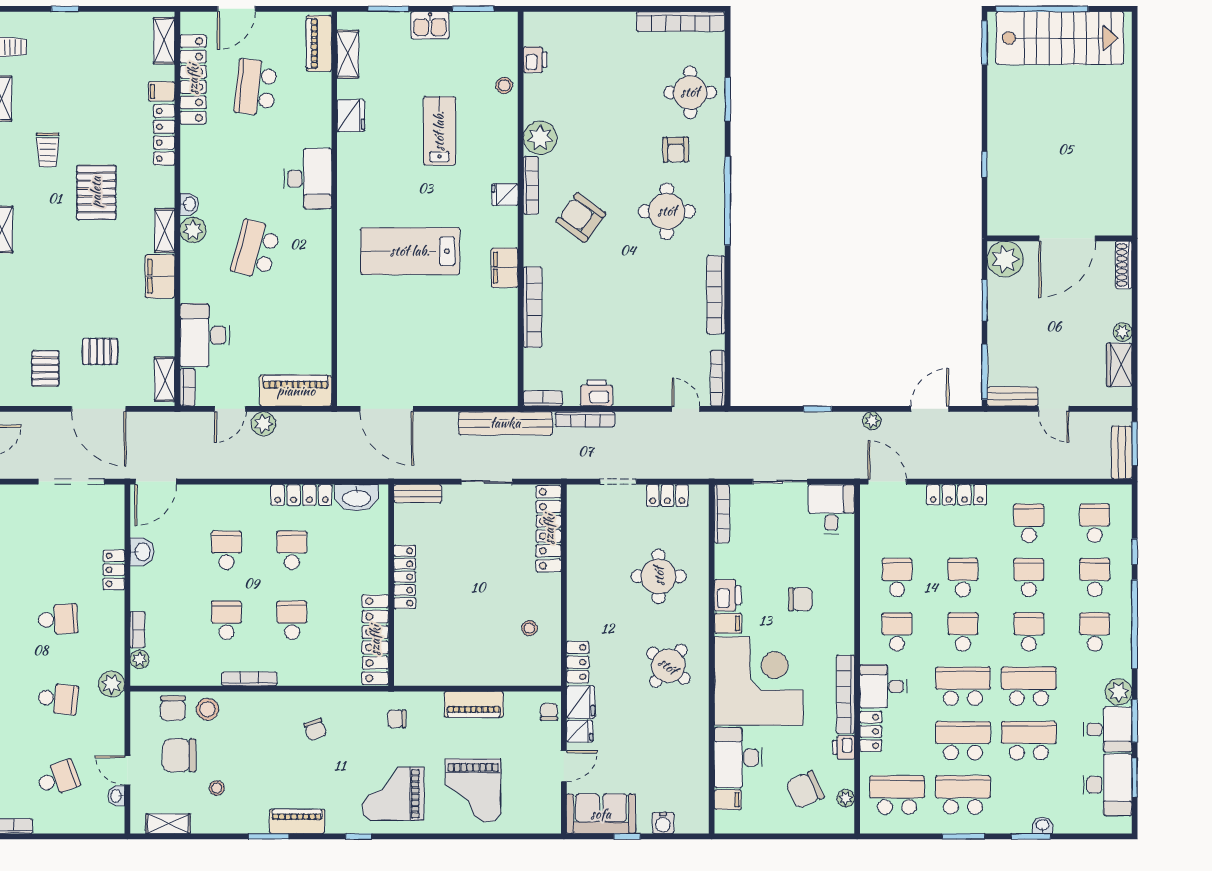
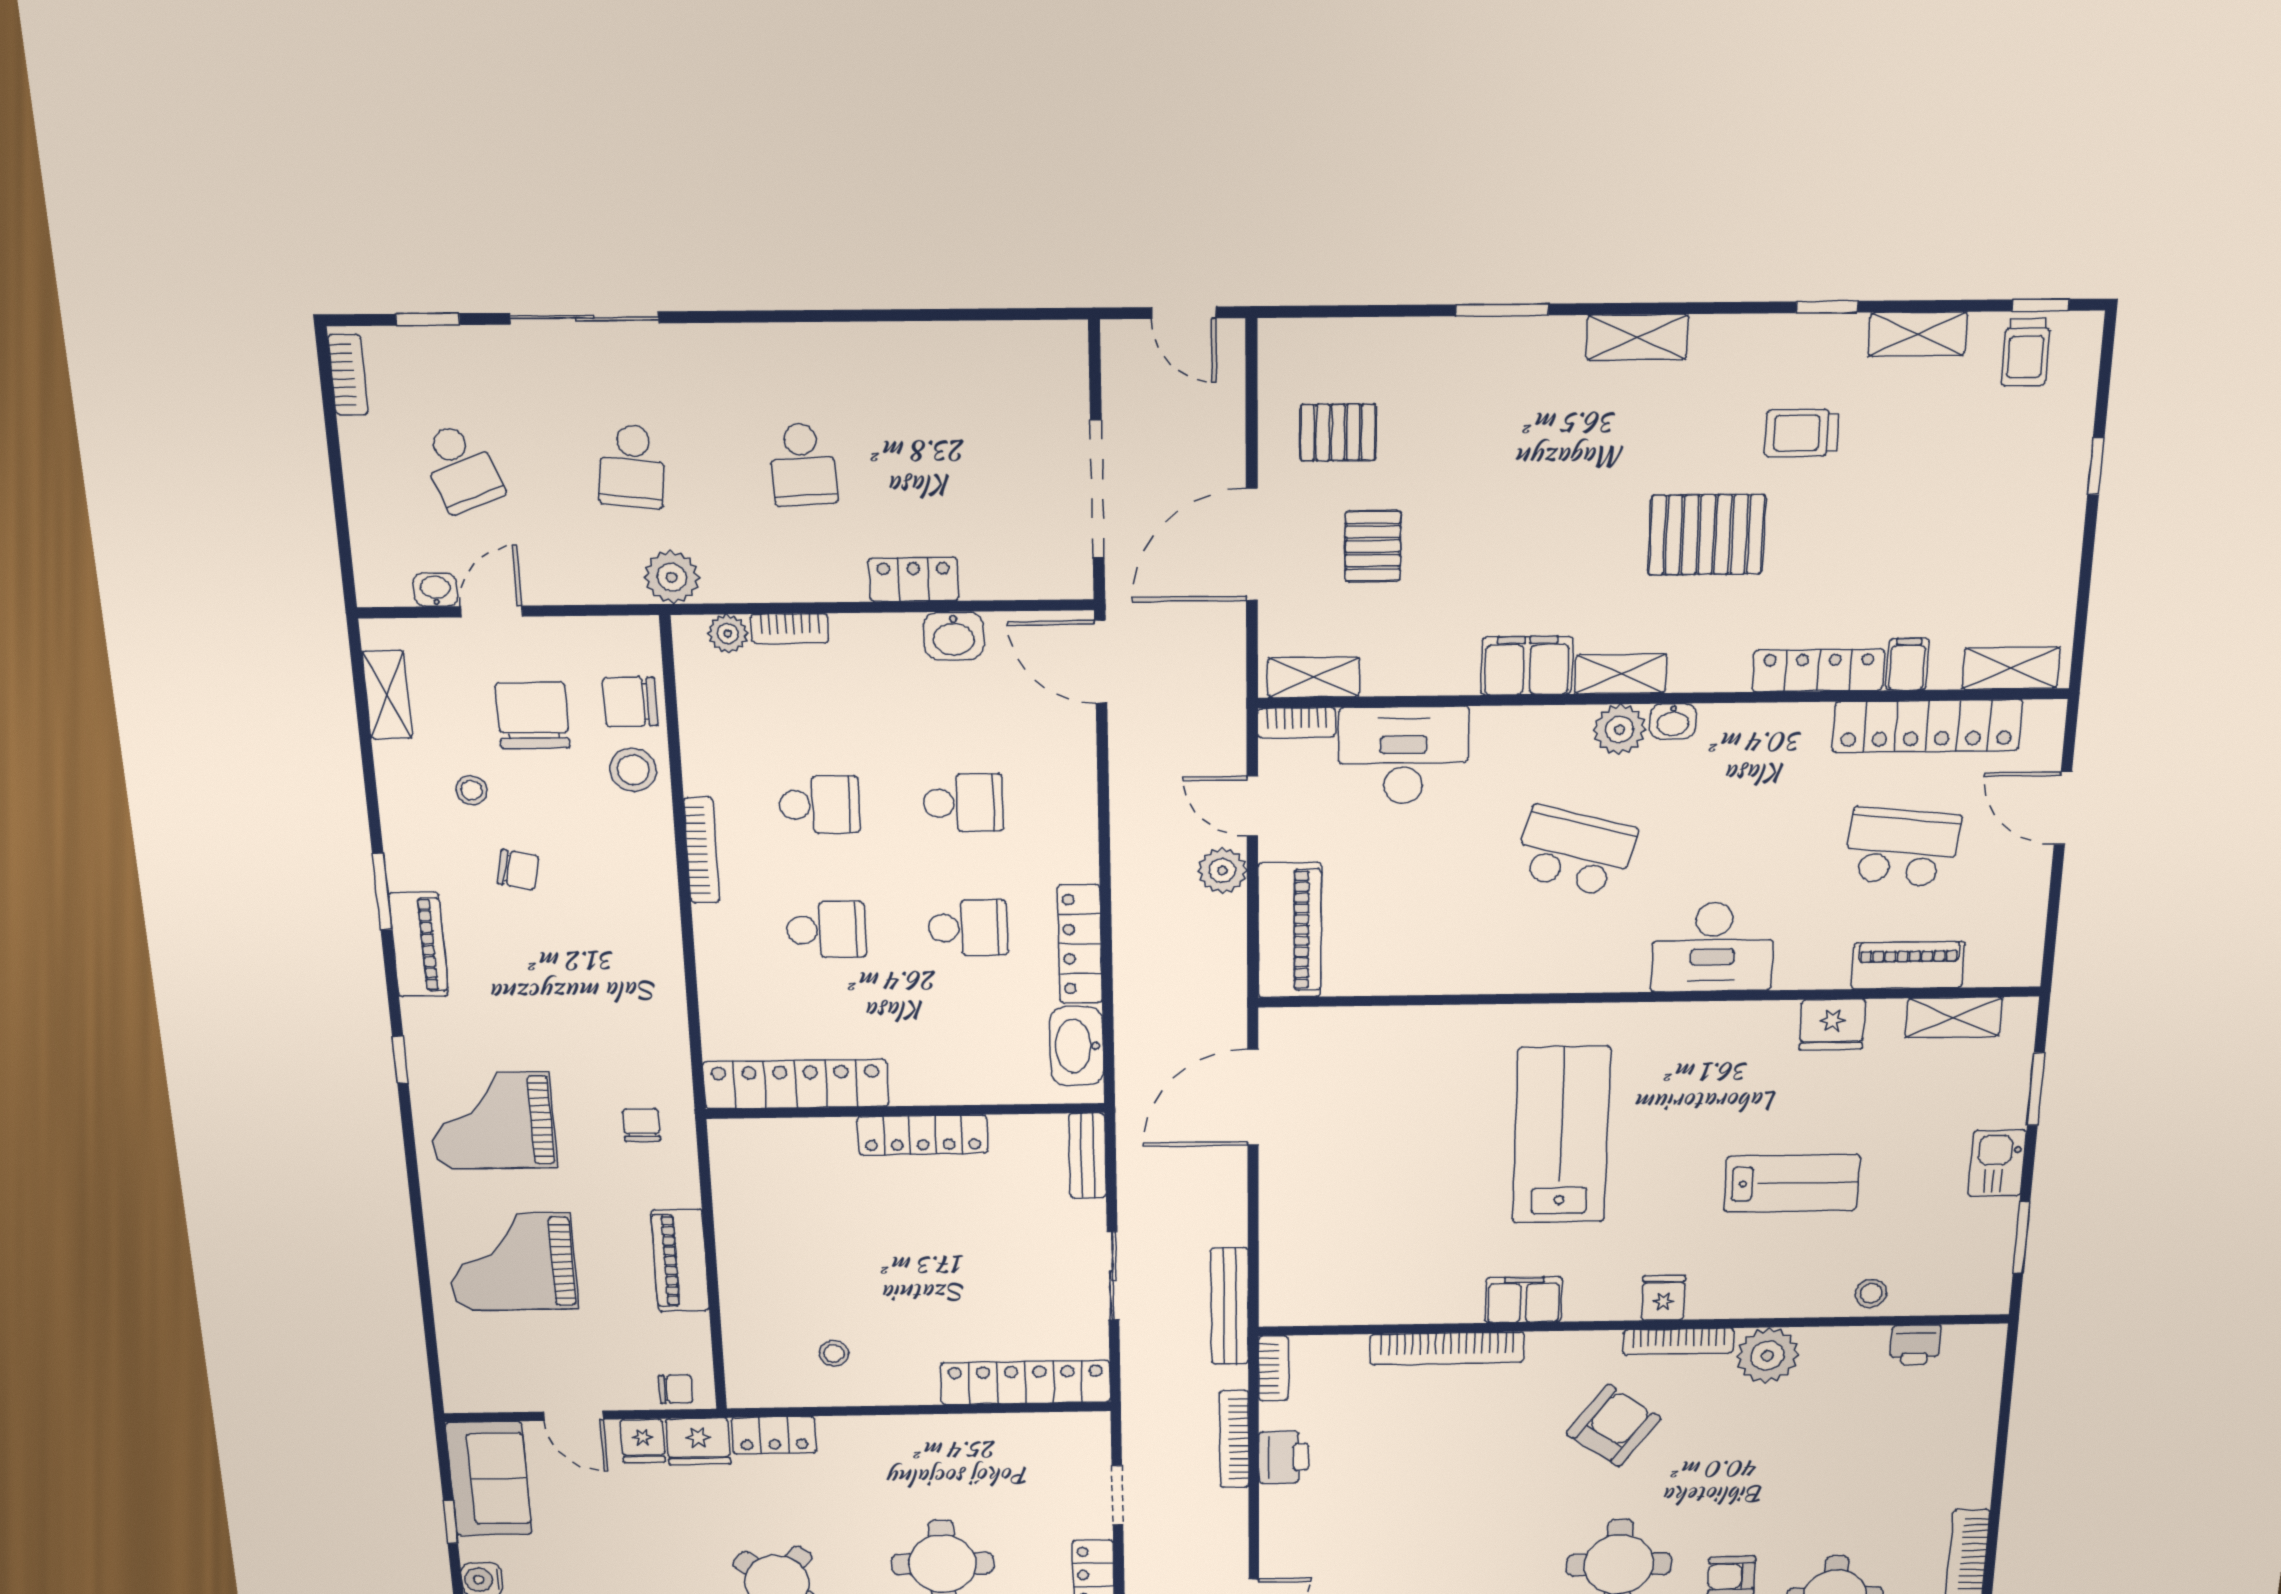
piano: (319, 43) -> (1908, 965), moved
bench: (505, 423) -> (1230, 1306), width x0.73, depth x0.82
chair: (315, 729) -> (518, 870), moved, turned -149
grand piano: (393, 794) -> (492, 1121), turned -90

